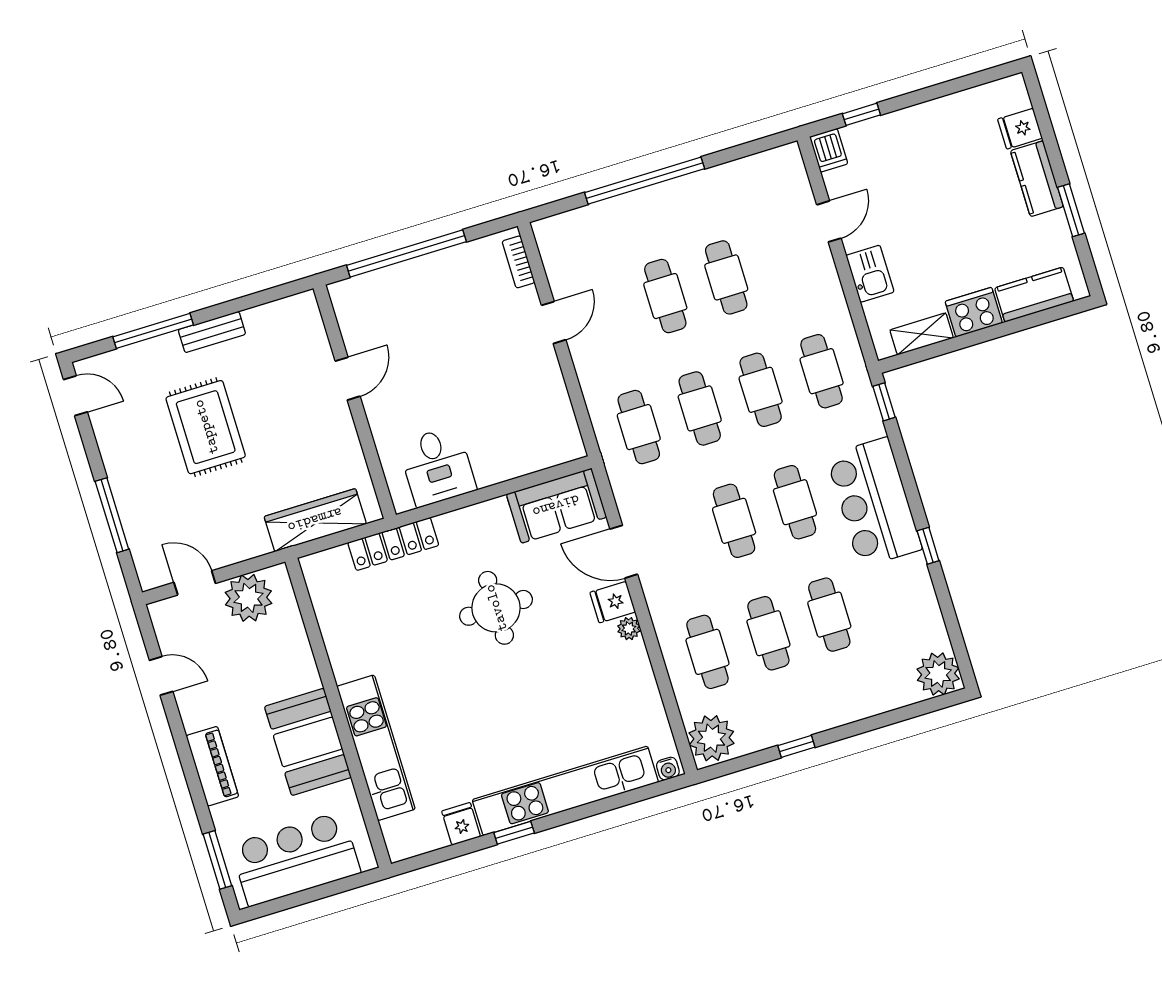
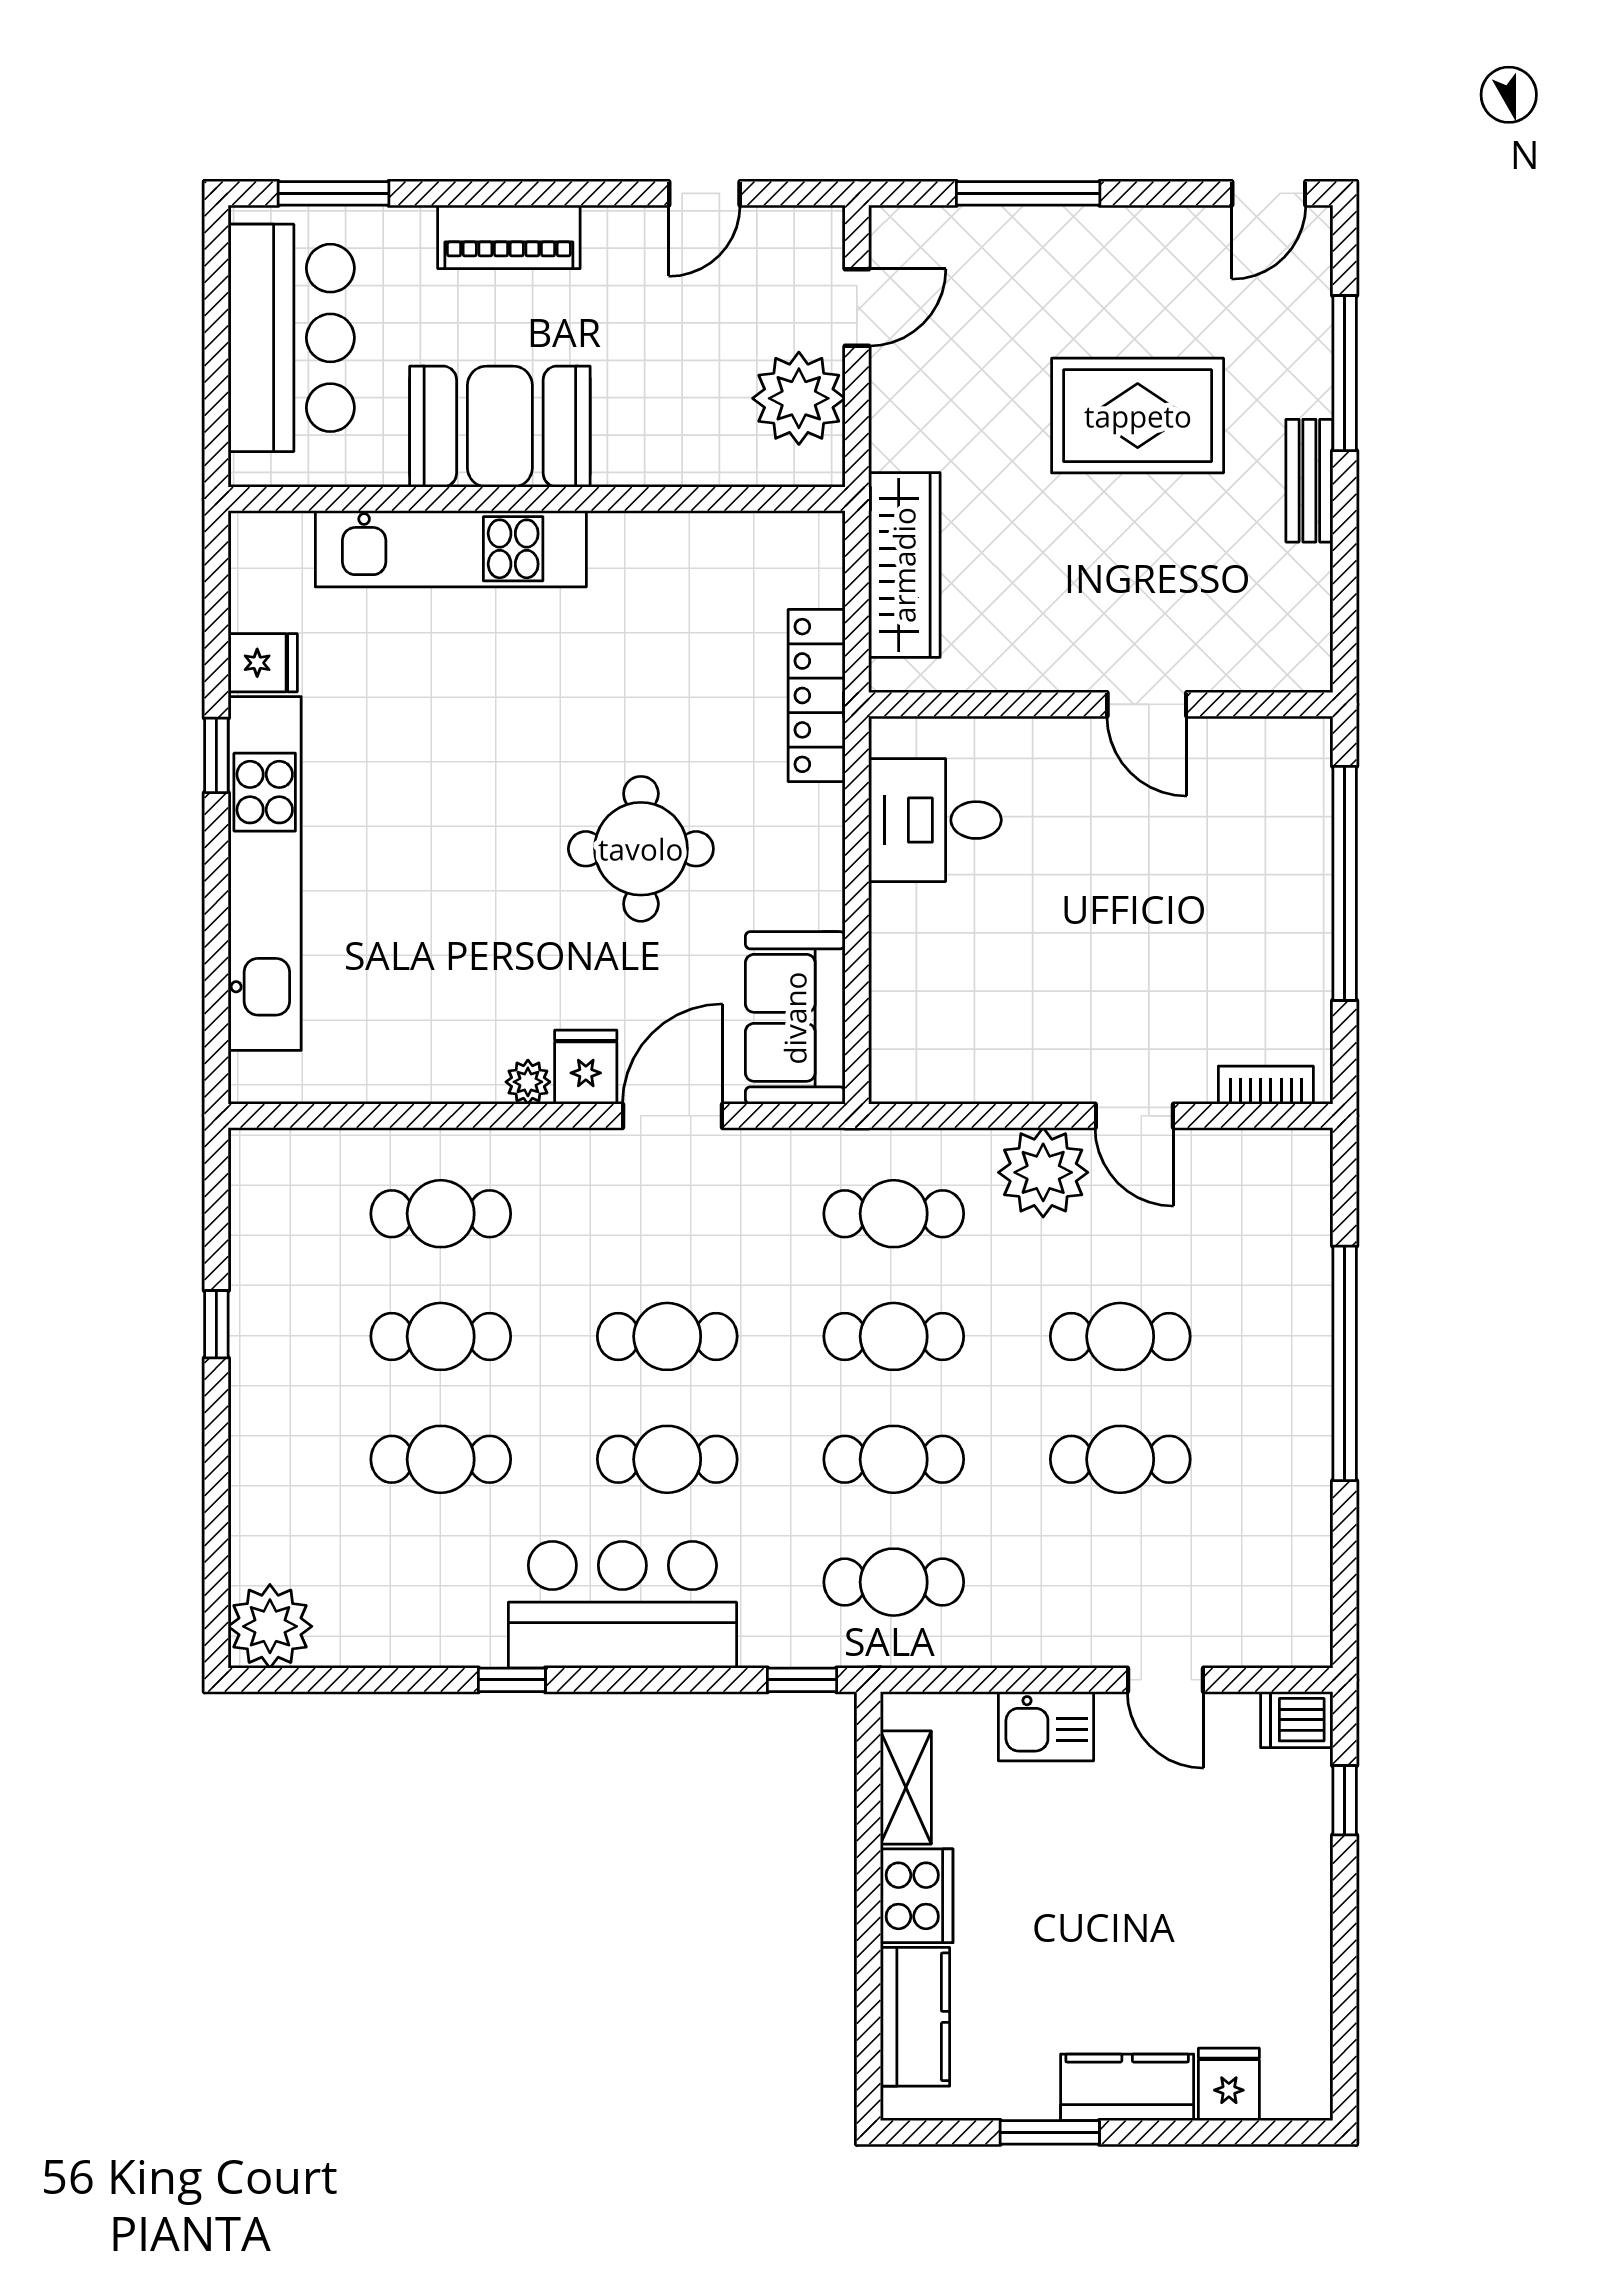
plant: (711, 738) -> (1043, 1172), moved
water cooler: (668, 769) -> (248, 1075), removed

